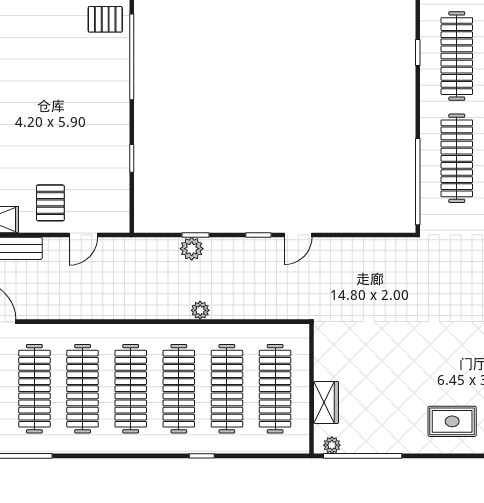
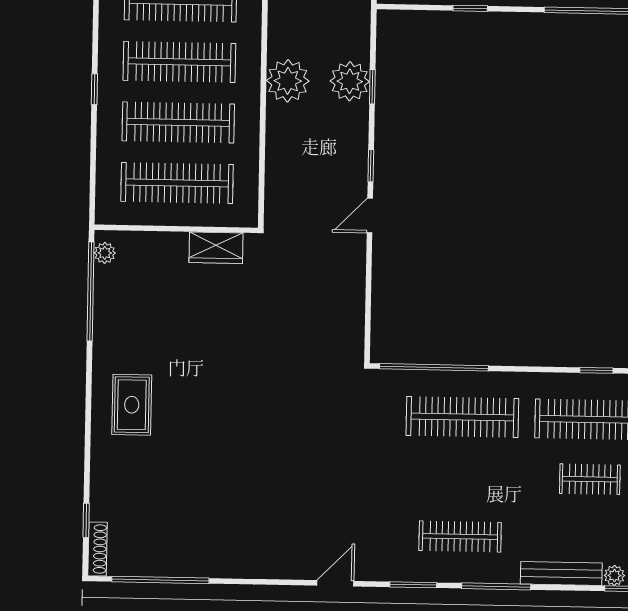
door: (298, 235) -> (370, 216), hinge flipped
plant: (192, 249) -> (350, 81), width x1.36, depth x1.36
plant: (200, 310) -> (288, 81), width x1.88, depth x1.88
wardrobe: (326, 402) -> (216, 248), moved

